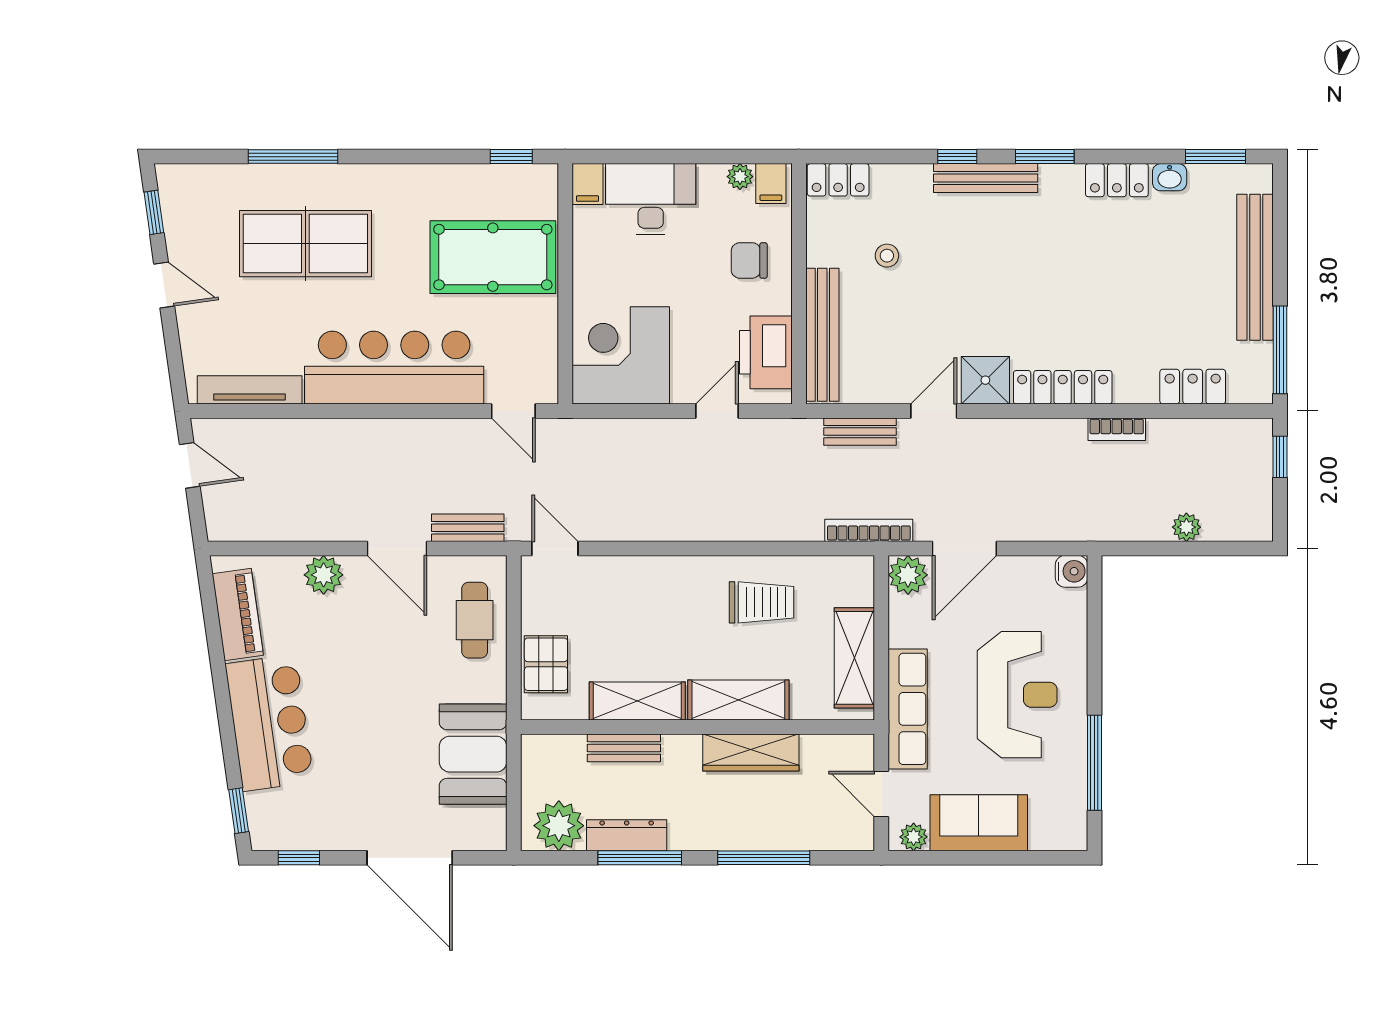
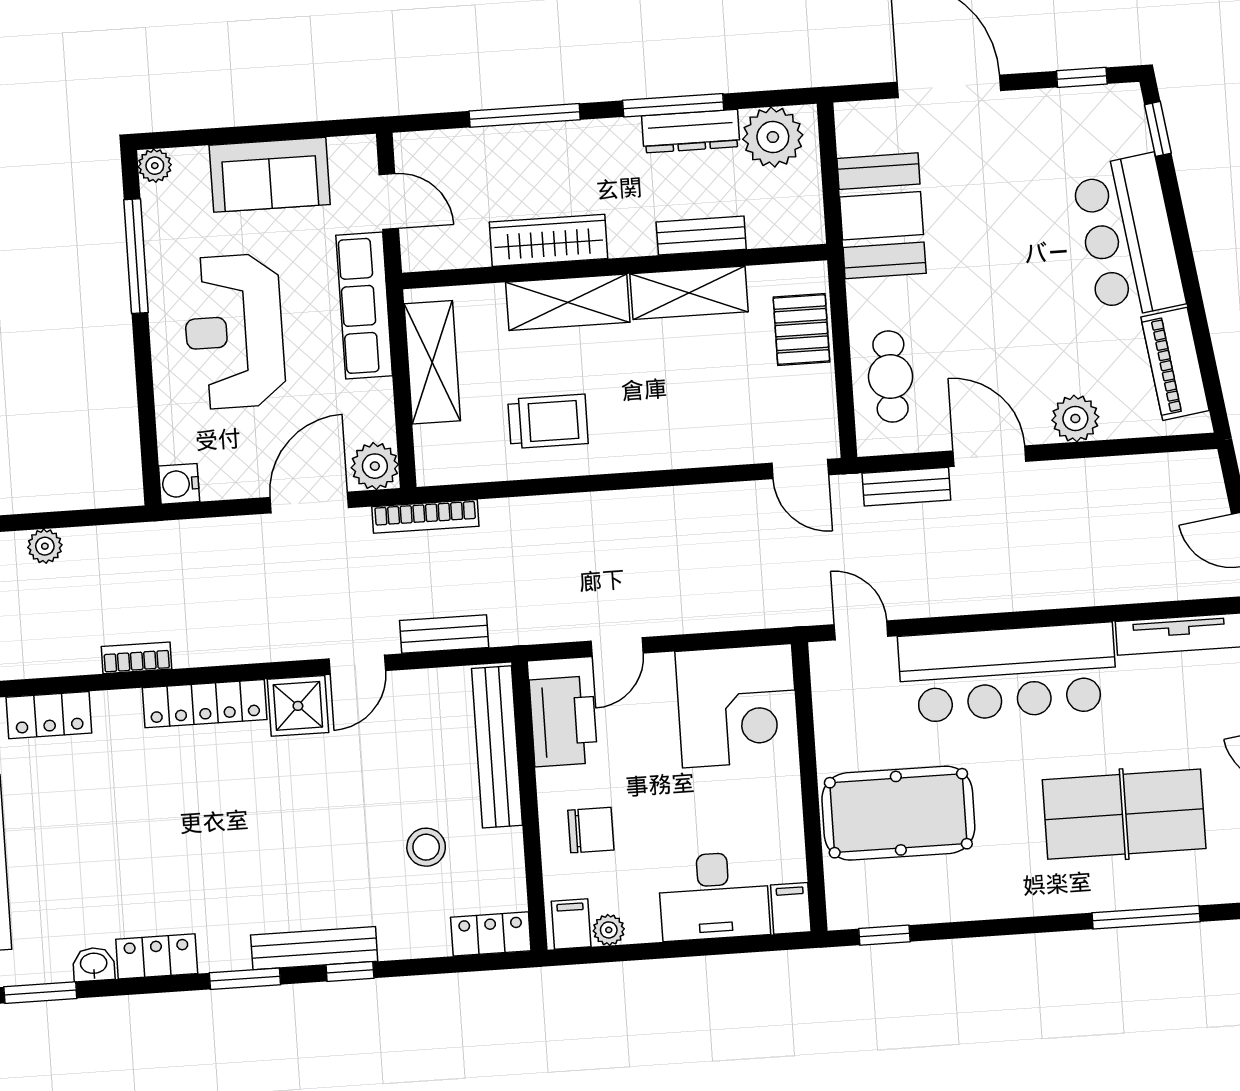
stool: (887, 256) -> (426, 847), width x1.37, depth x1.37
trolley: (762, 602) -> (548, 421), turned 180
plant: (914, 837) -> (155, 166), moved

